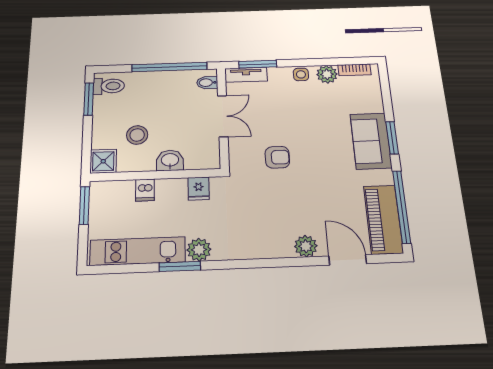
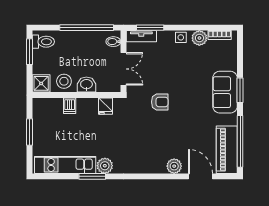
washbasin: (170, 160) -> (86, 85), moved
shower: (103, 161) -> (41, 83), moved
wall: (155, 175) -> (77, 95), moved
fridge: (199, 189) -> (105, 106), moved
dishwasher: (145, 190) -> (70, 106), moved

